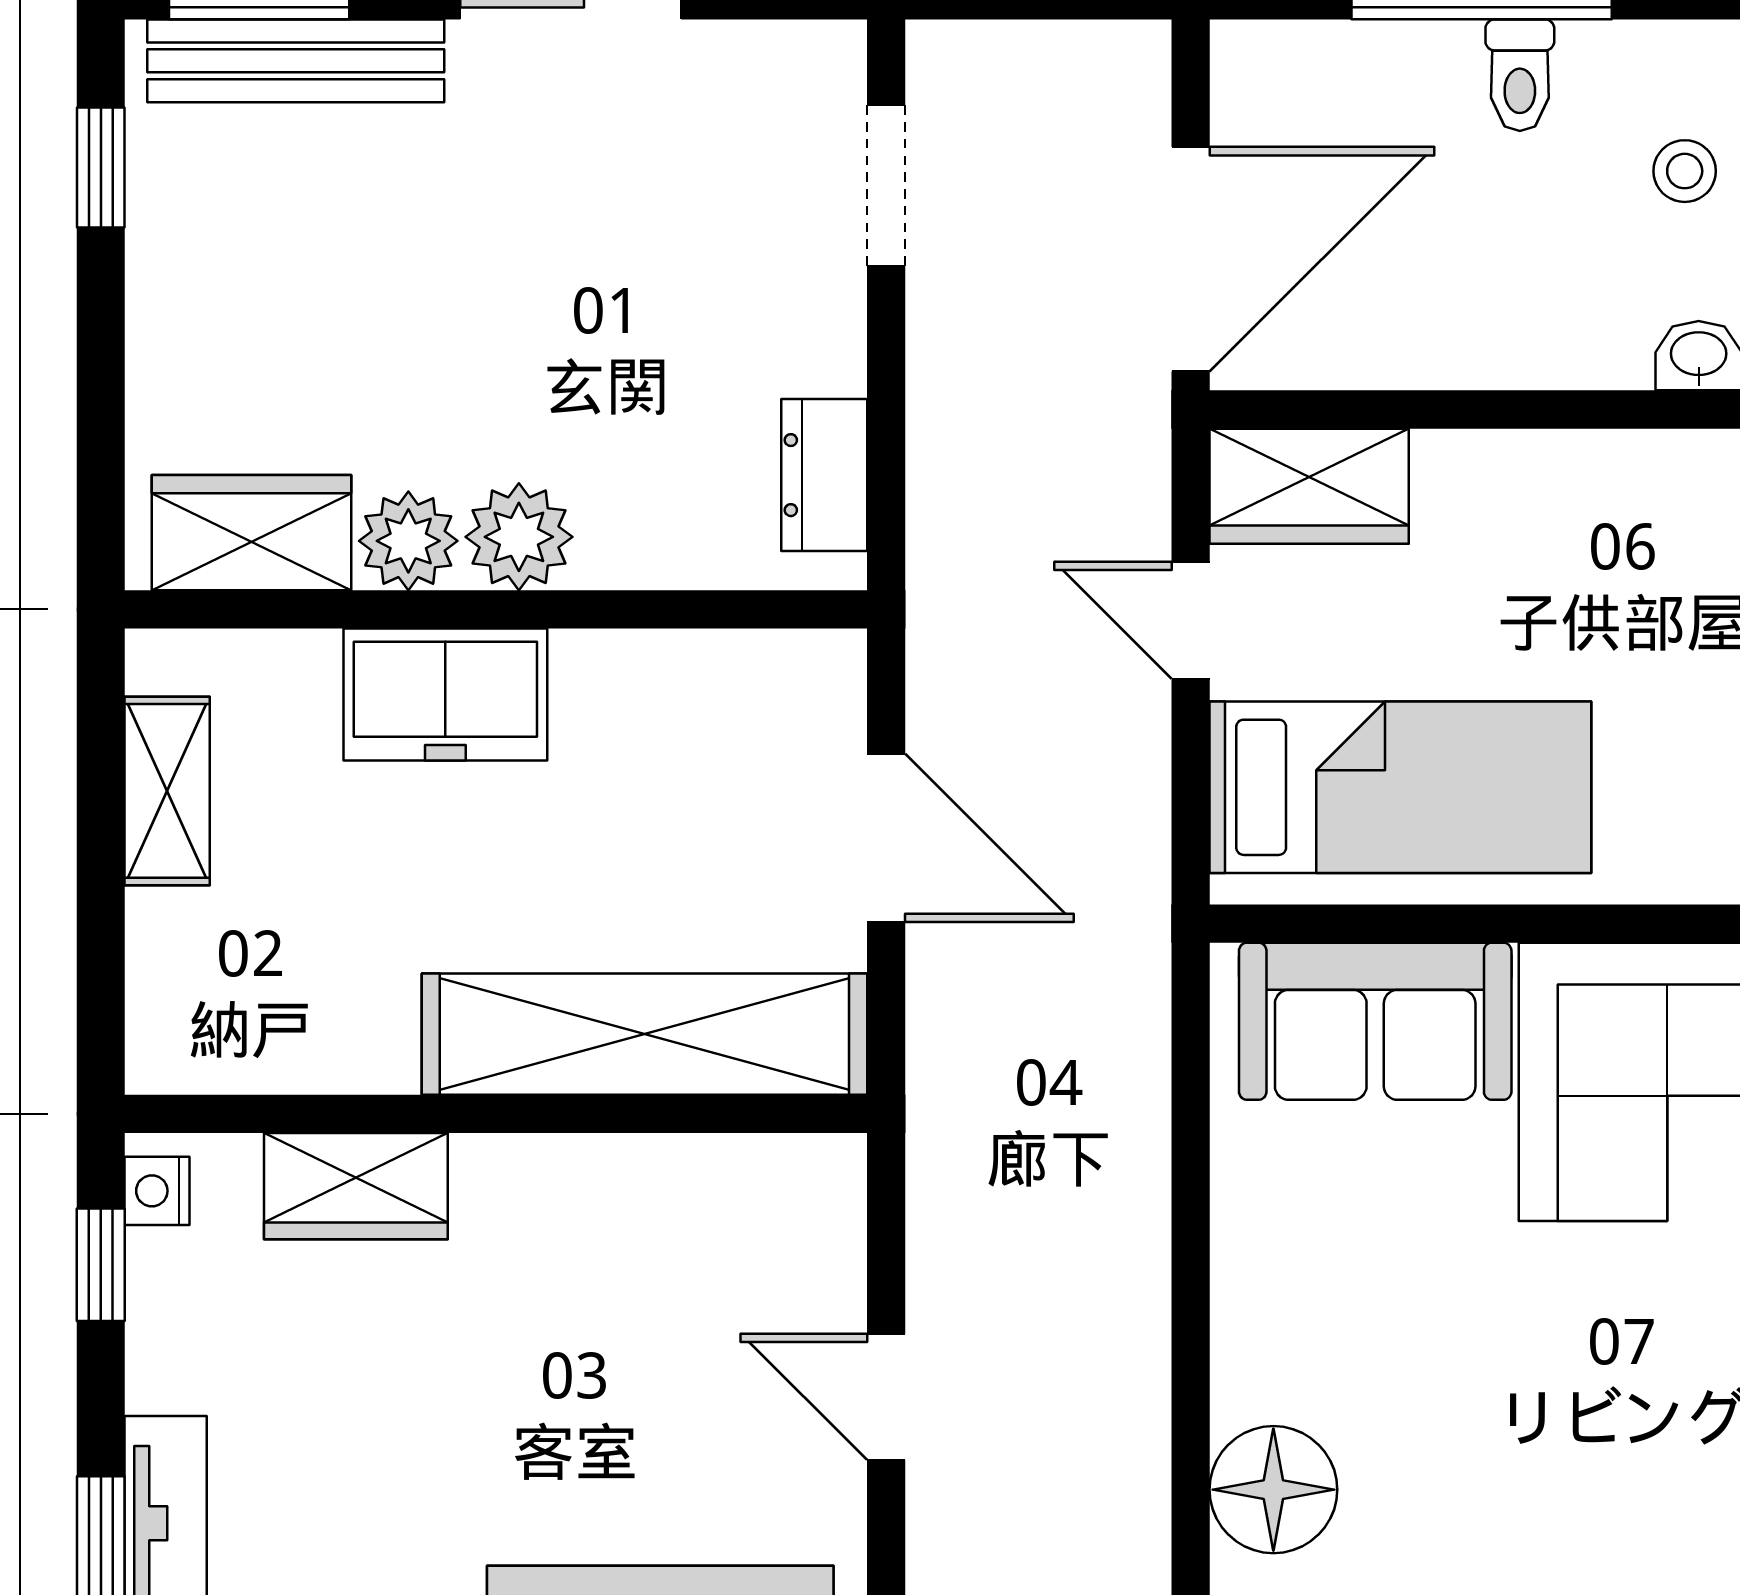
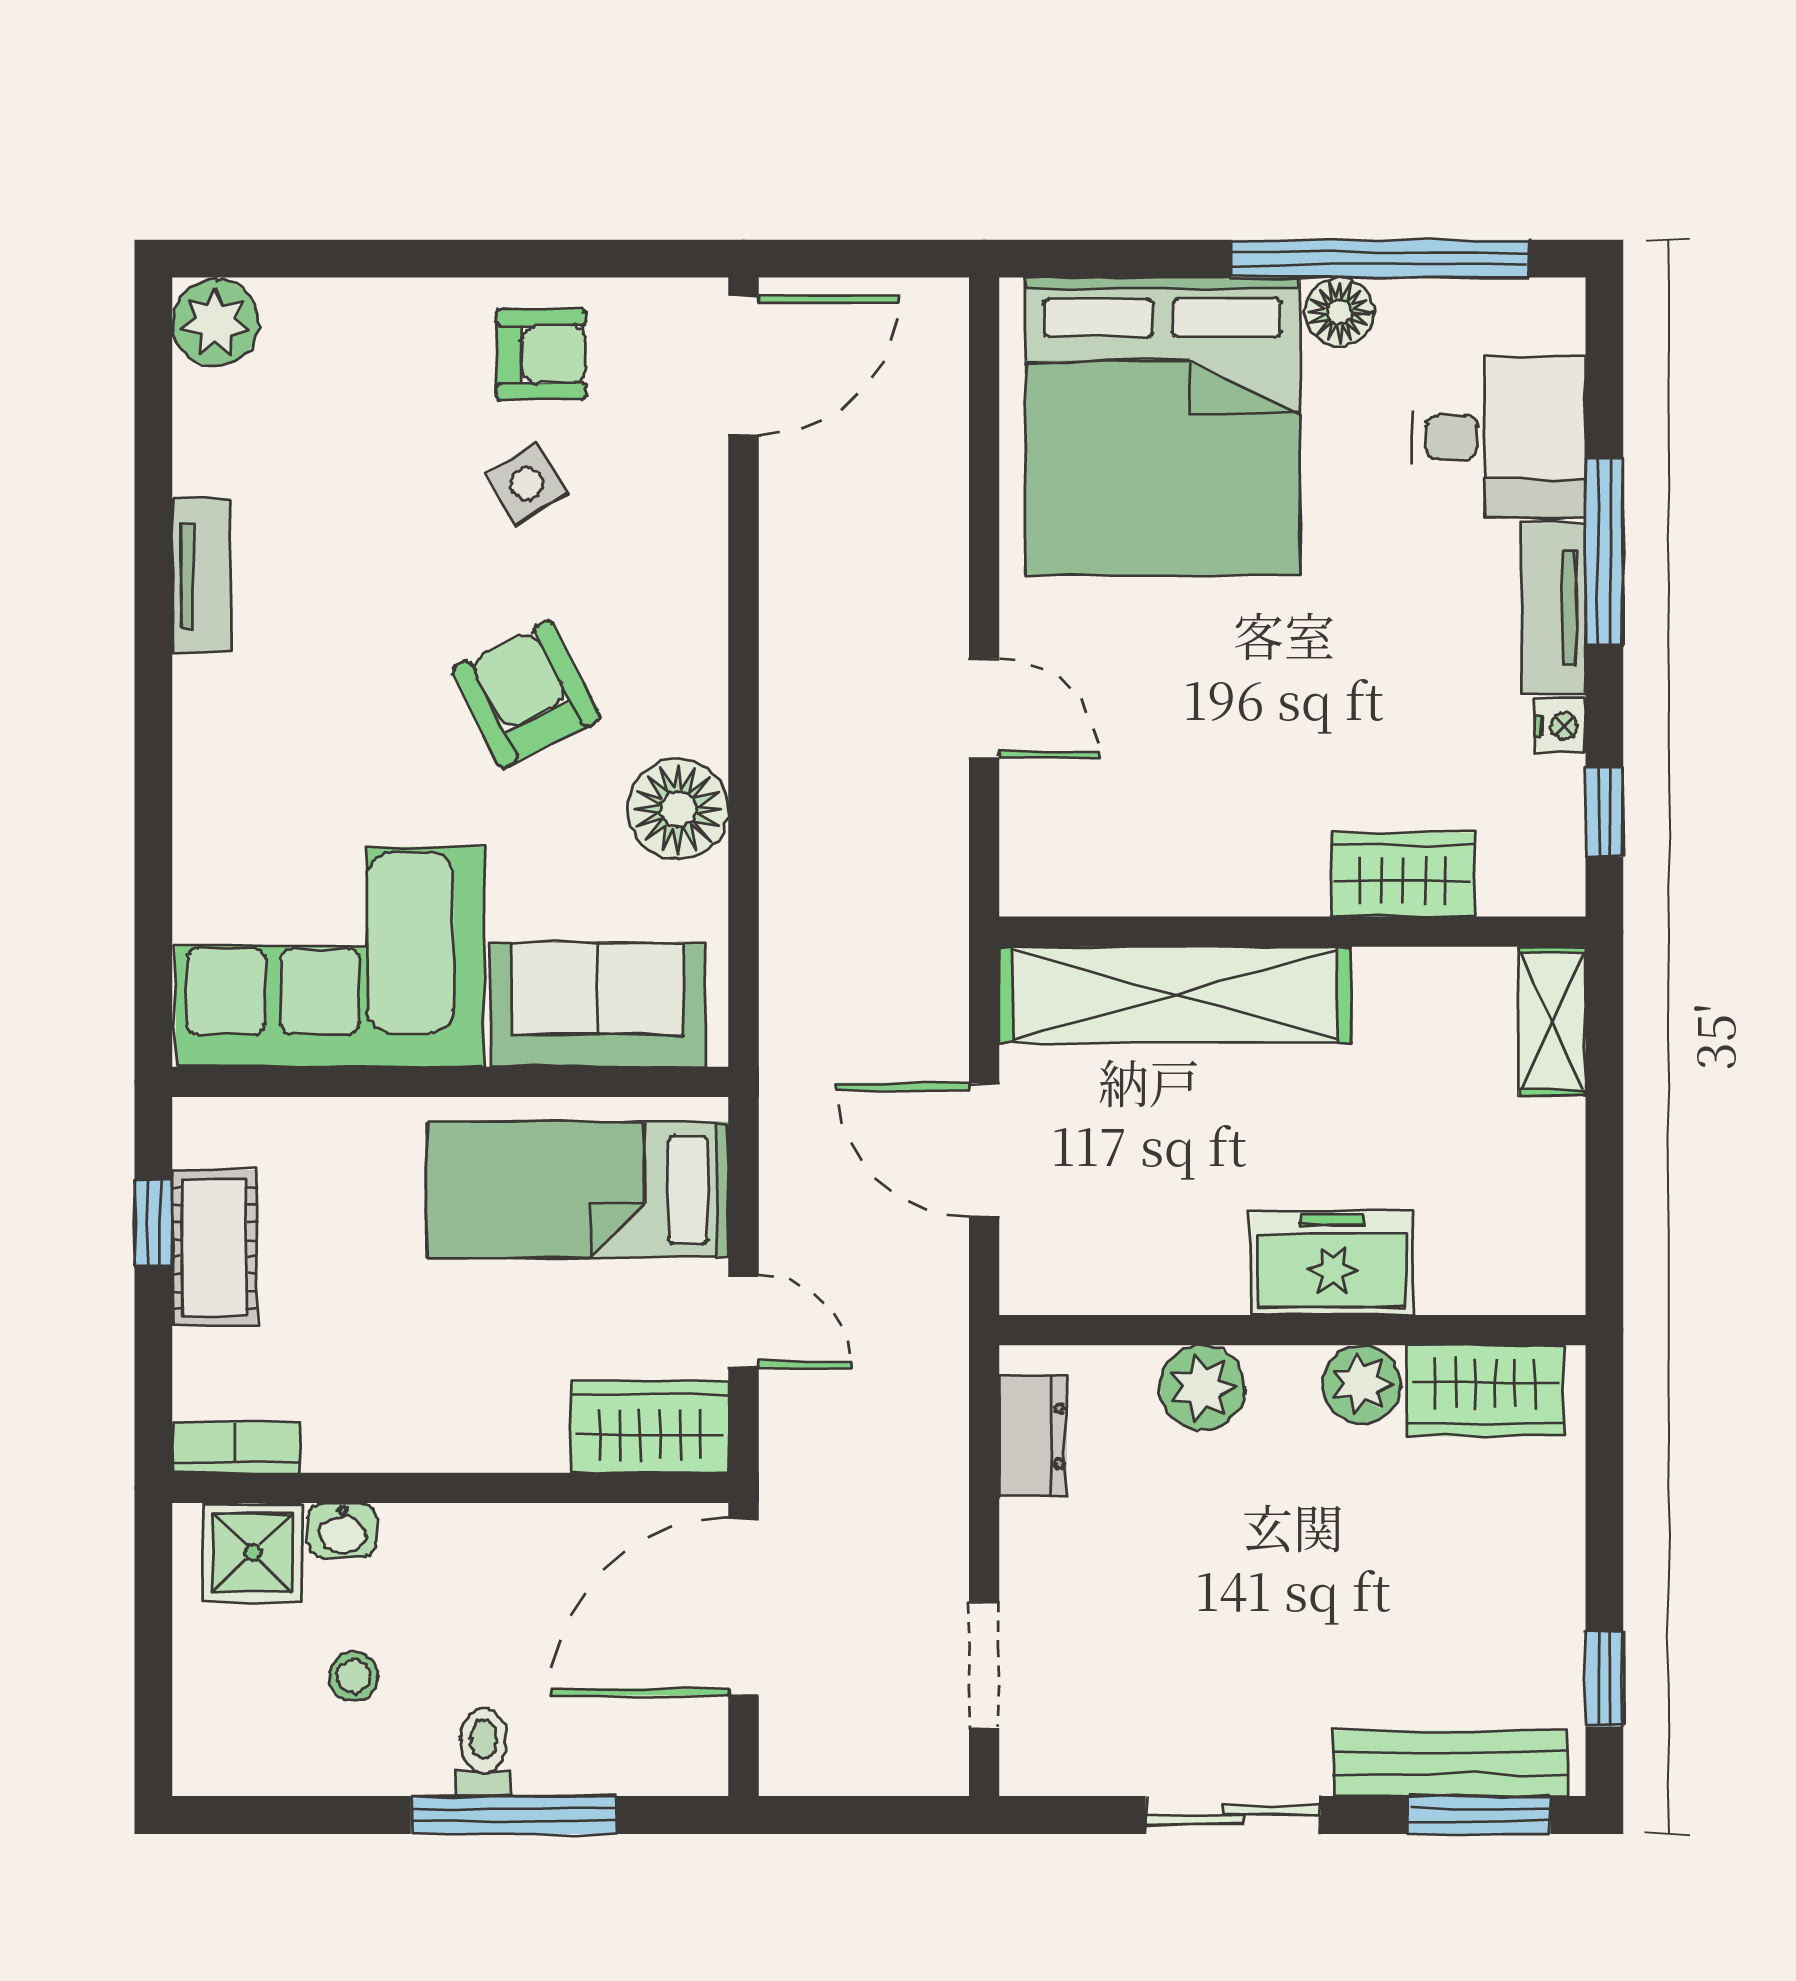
plant: (519, 537) -> (1202, 1387), moved
shelving: (167, 791) -> (1552, 1021), moved
nightstand: (157, 1191) -> (1560, 726), moved
armchair: (1466, 1415) -> (526, 694), added
floor lamp: (1273, 1490) -> (678, 809), moved

